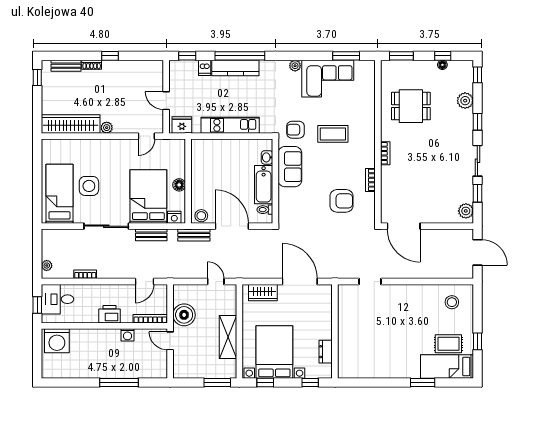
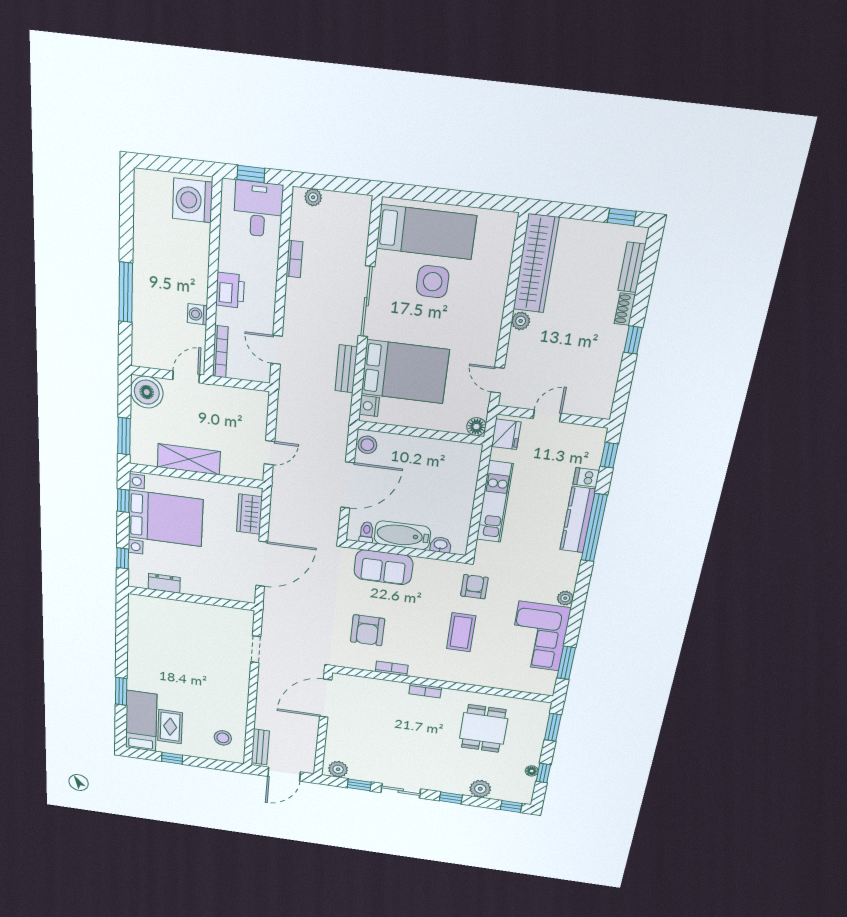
sofa: (290, 167) -> (383, 567), moved
floor lamp: (179, 185) -> (476, 427), moved
bench: (194, 235) -> (260, 747), moved
boiler: (184, 315) -> (147, 392), moved

